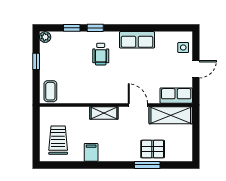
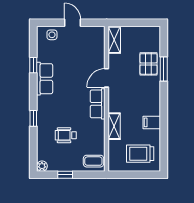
window: (72, 28) -> (33, 65), moved
wheelchair: (101, 54) -> (66, 135), moved, turned 180
row of seats: (176, 96) -> (98, 104), moved
shelving: (104, 113) -> (114, 126), moved
shelving: (171, 115) -> (114, 40), width x0.67, depth x0.75

